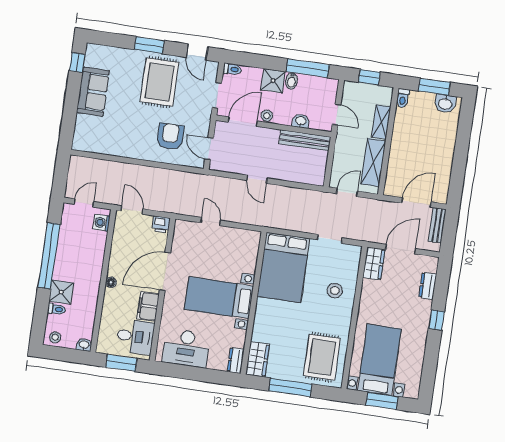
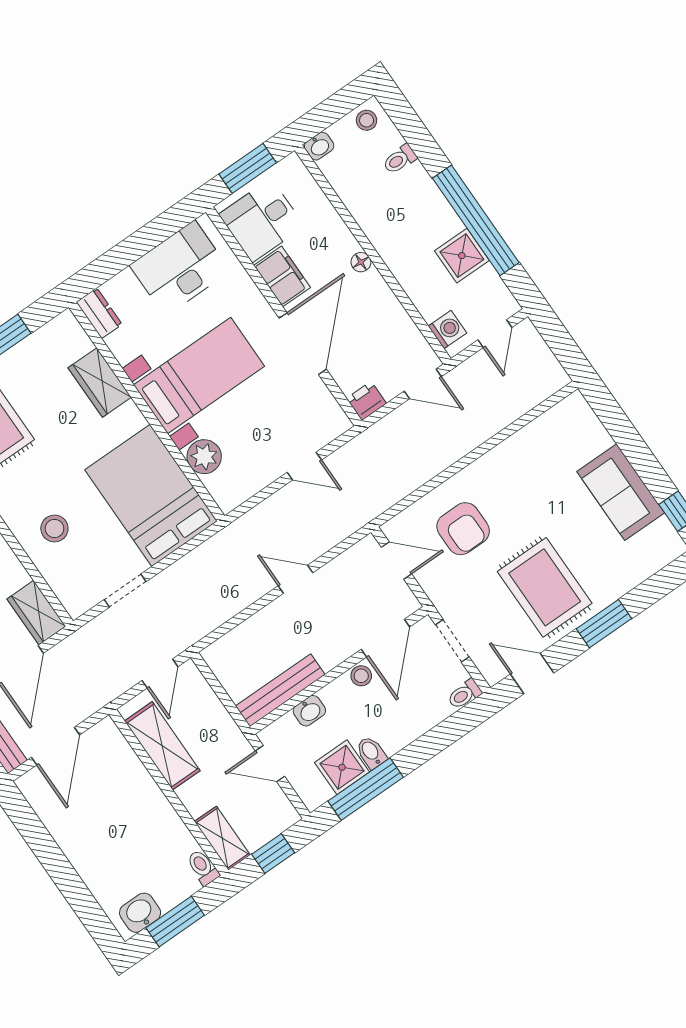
shower: (273, 81) -> (342, 767), moved
shelving: (381, 122) -> (222, 838), moved
plant: (247, 263) -> (204, 457), added
shower: (61, 292) -> (462, 256), moved
wardrobe: (258, 359) -> (100, 382), moved

